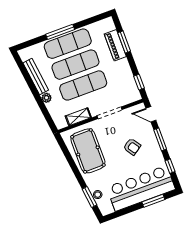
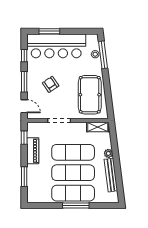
piano: (115, 45) -> (33, 151), moved
shelving: (78, 117) -> (98, 127), moved
window: (89, 197) -> (103, 55), width x1.44

